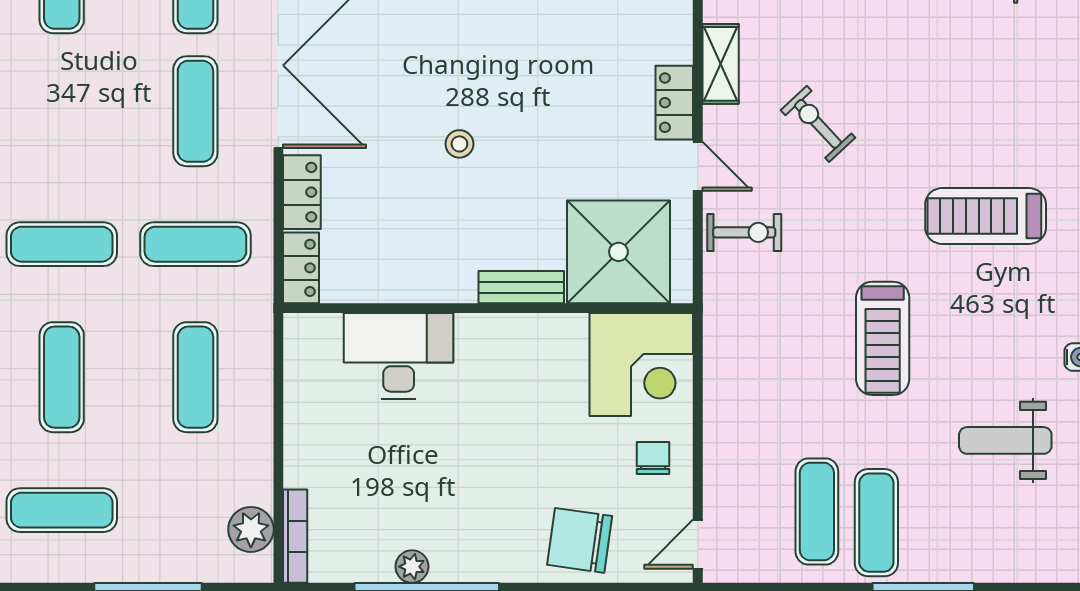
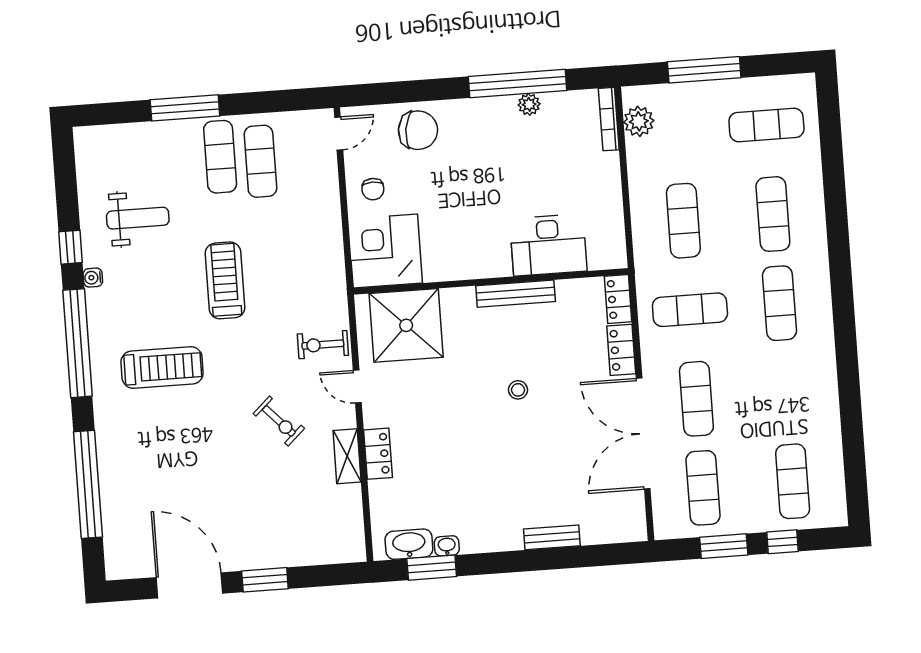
locker: (674, 103) -> (378, 454), moved
exercise mat: (62, 244) -> (779, 303), turned 90
bench: (521, 287) -> (516, 294), moved, width x1.36

